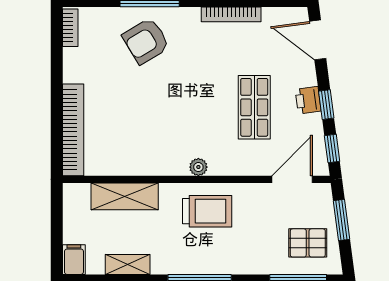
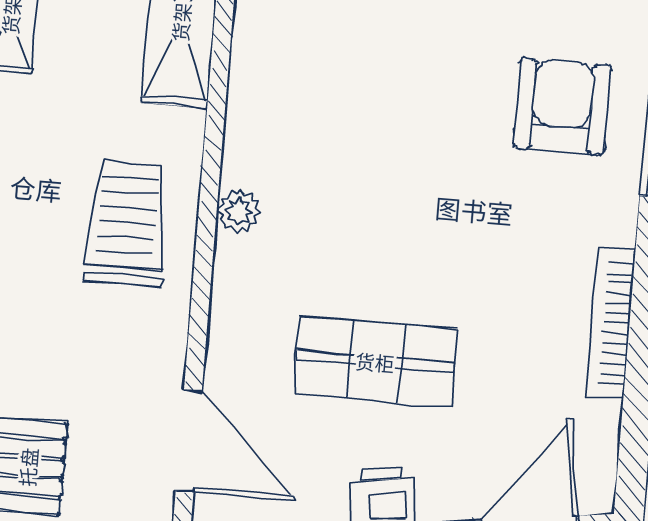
armchair: (146, 41) -> (562, 107), turned 31
trolley: (207, 211) -> (127, 223), turned 180

